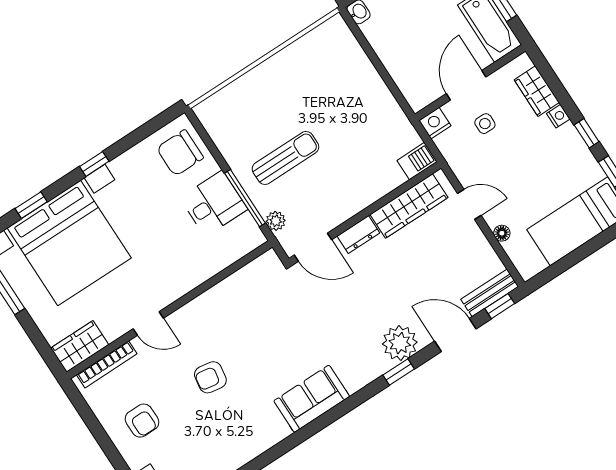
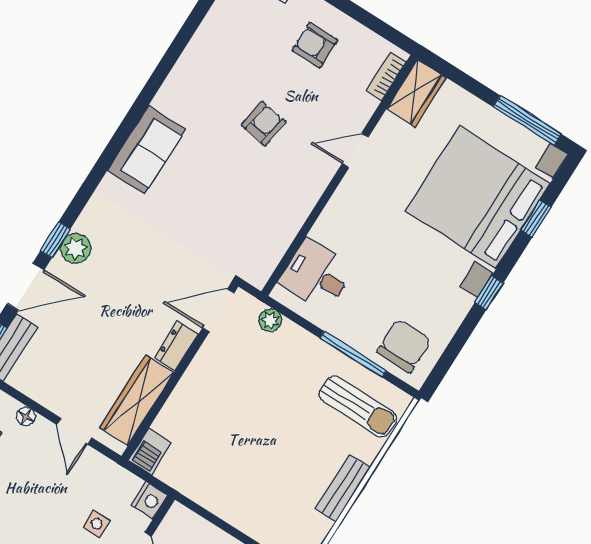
bench: (279, 63) -> (343, 488), added
sun lounger: (285, 158) -> (358, 406), moved, turned -90
window: (245, 198) -> (353, 354), moved
desk: (214, 203) -> (317, 275), moved, turned 90
door: (469, 204) -> (74, 431), hinge flipped
plant: (400, 343) -> (76, 248), width x0.73, depth x0.73
bookcase: (107, 364) -> (386, 76), width x0.64
window: (399, 372) -> (55, 240), moved

